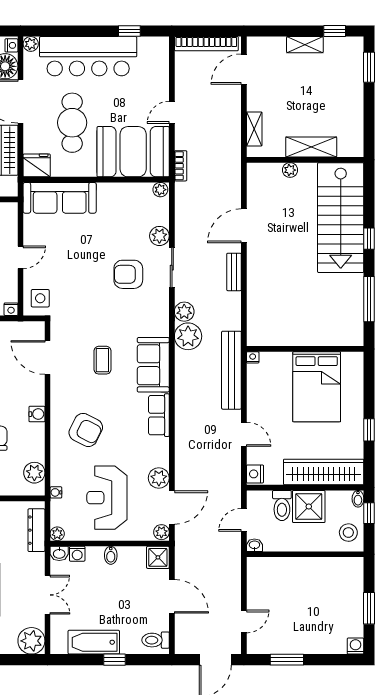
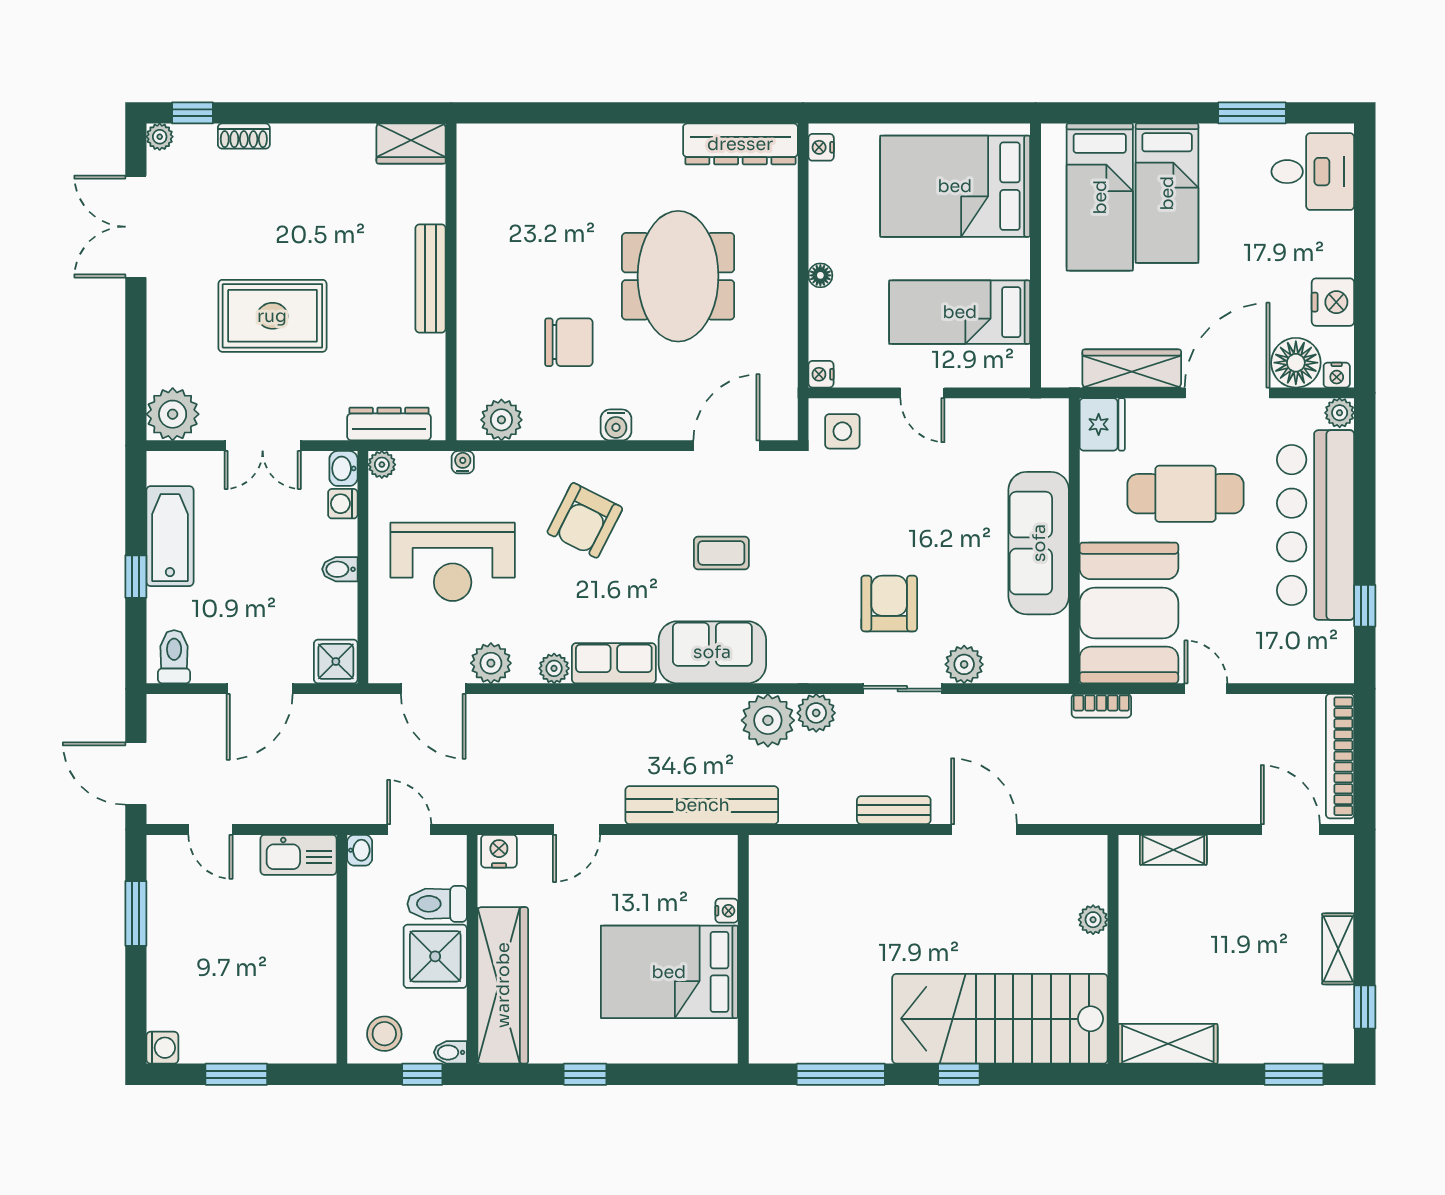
shelving: (311, 147) -> (1168, 1044), moved, turned 90
plant: (160, 190) -> (1055, 666), removed
sofa: (60, 198) -> (1039, 543), moved
nightstand: (253, 357) -> (727, 911), moved
reception desk: (107, 498) -> (453, 562), turned 180
plant: (161, 532) -> (554, 668), moved
kitchen sink: (257, 576) -> (299, 855), added

